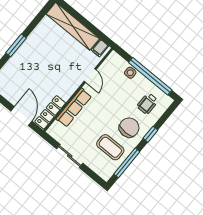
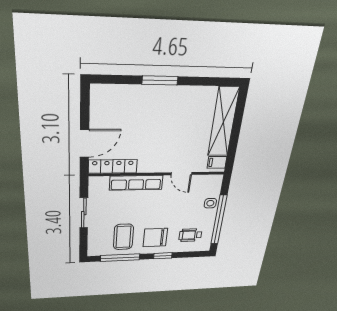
door: (90, 75) -> (181, 174), hinge flipped
chair: (129, 128) -> (155, 238), turned 180

